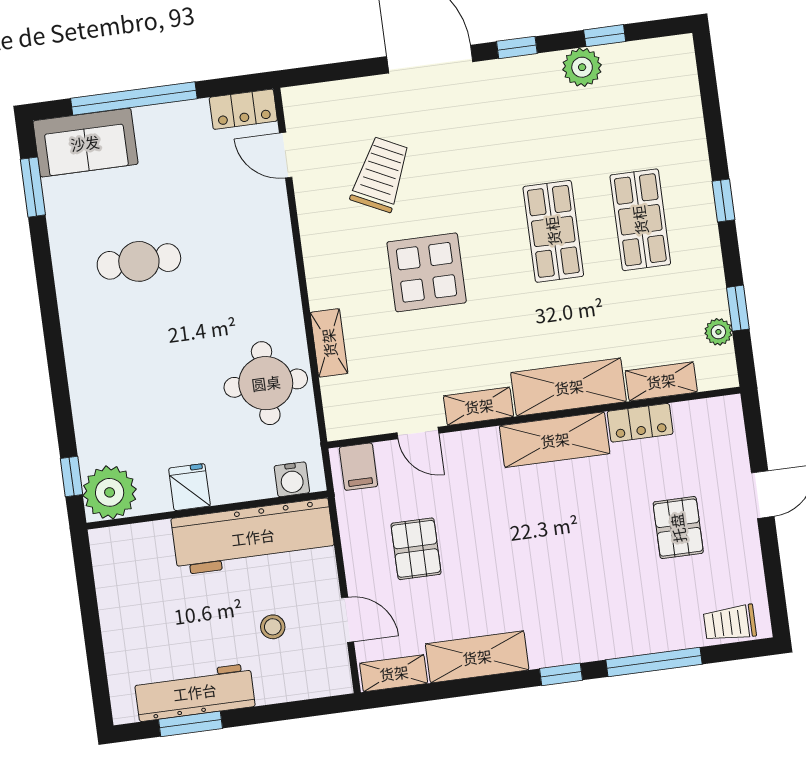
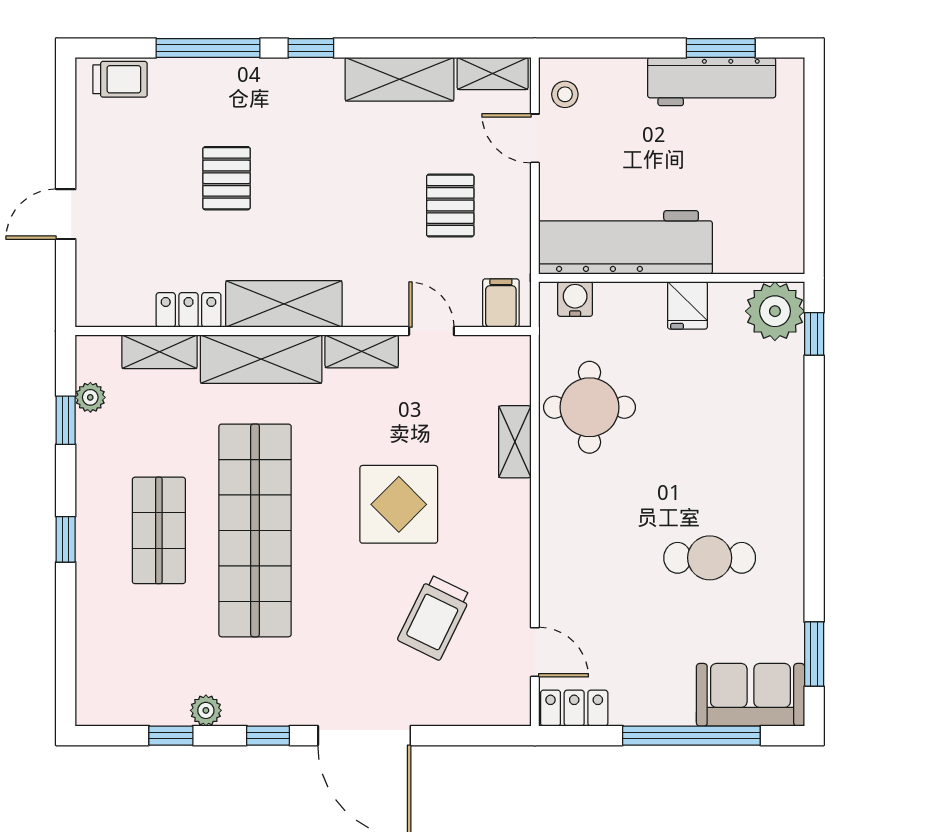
plant: (582, 67) -> (206, 710), width x0.73, depth x0.73
shop shelf: (553, 231) -> (255, 530), width x2.00, depth x1.36
pallet: (678, 528) -> (227, 178), moved
stool: (273, 627) -> (565, 94), moved

